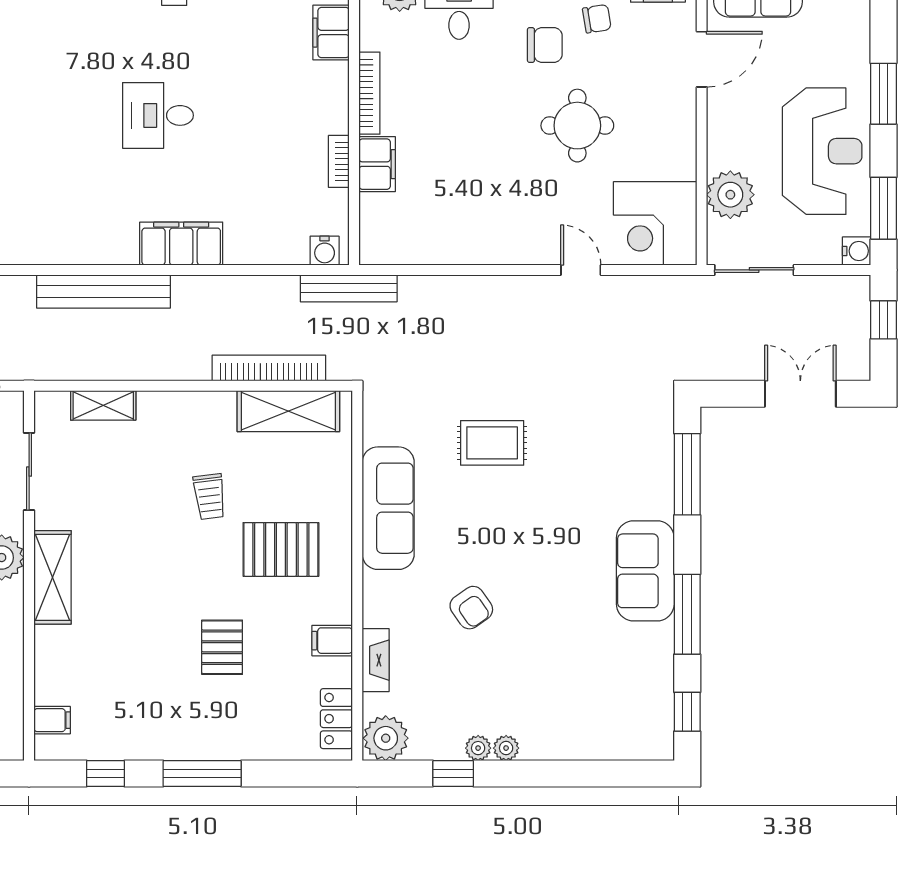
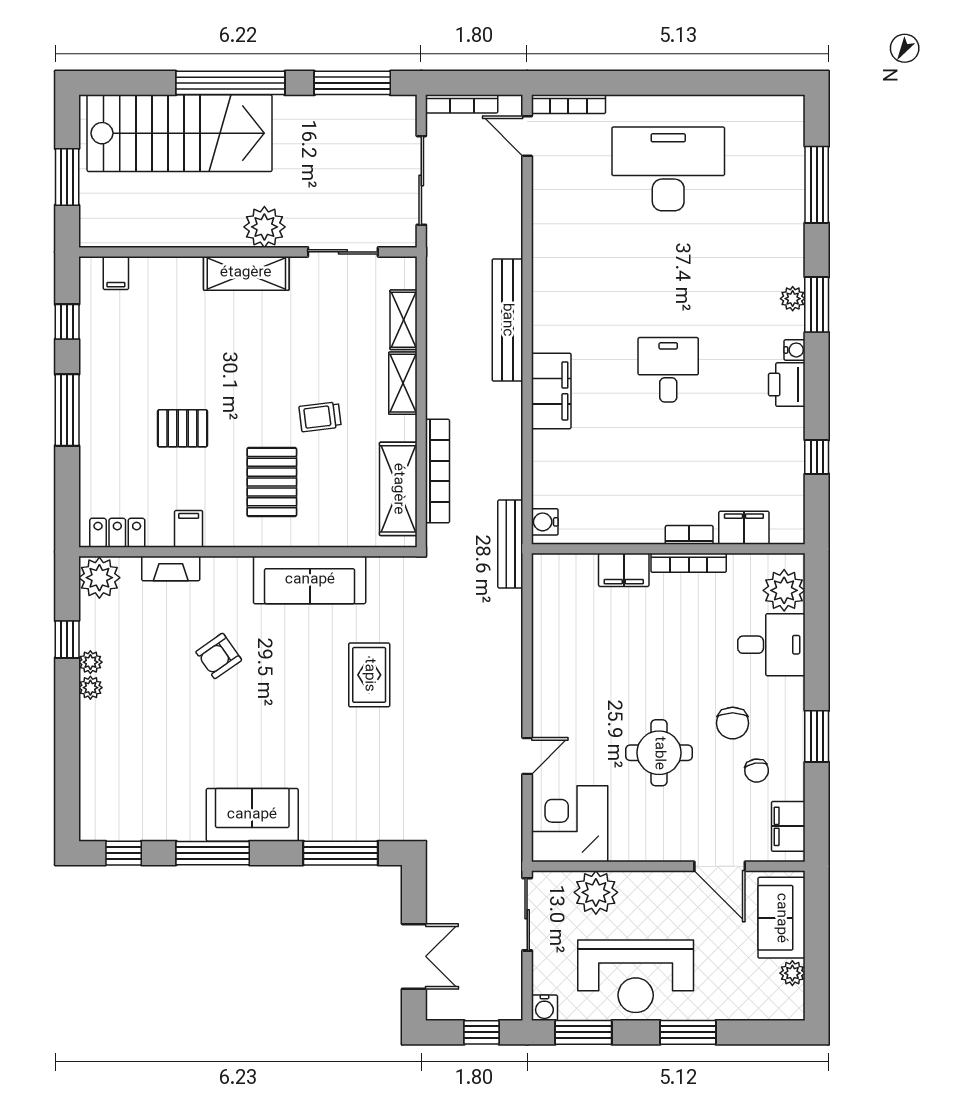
bookcase: (339, 161) -> (689, 535), moved
shelving: (173, 406) -> (403, 383), added

